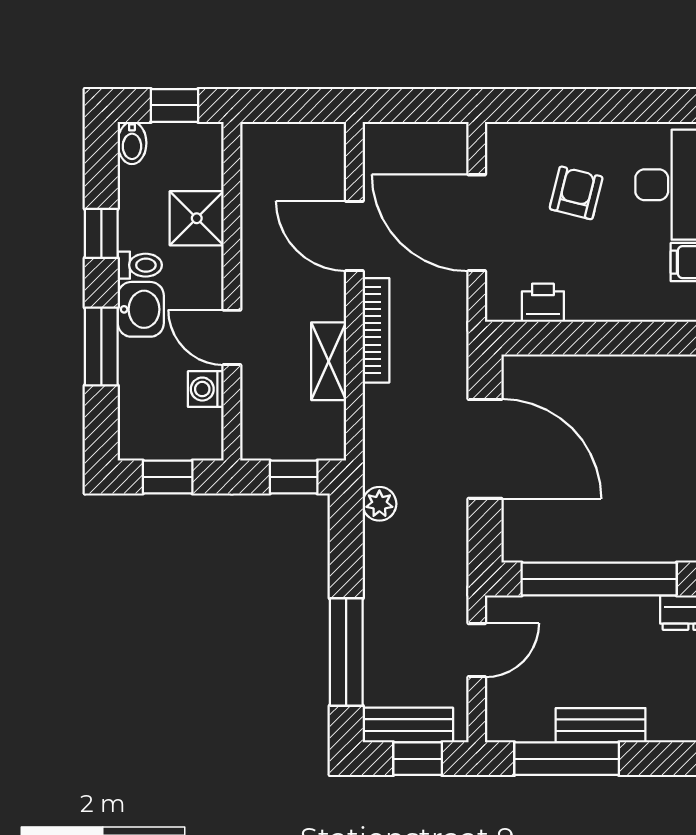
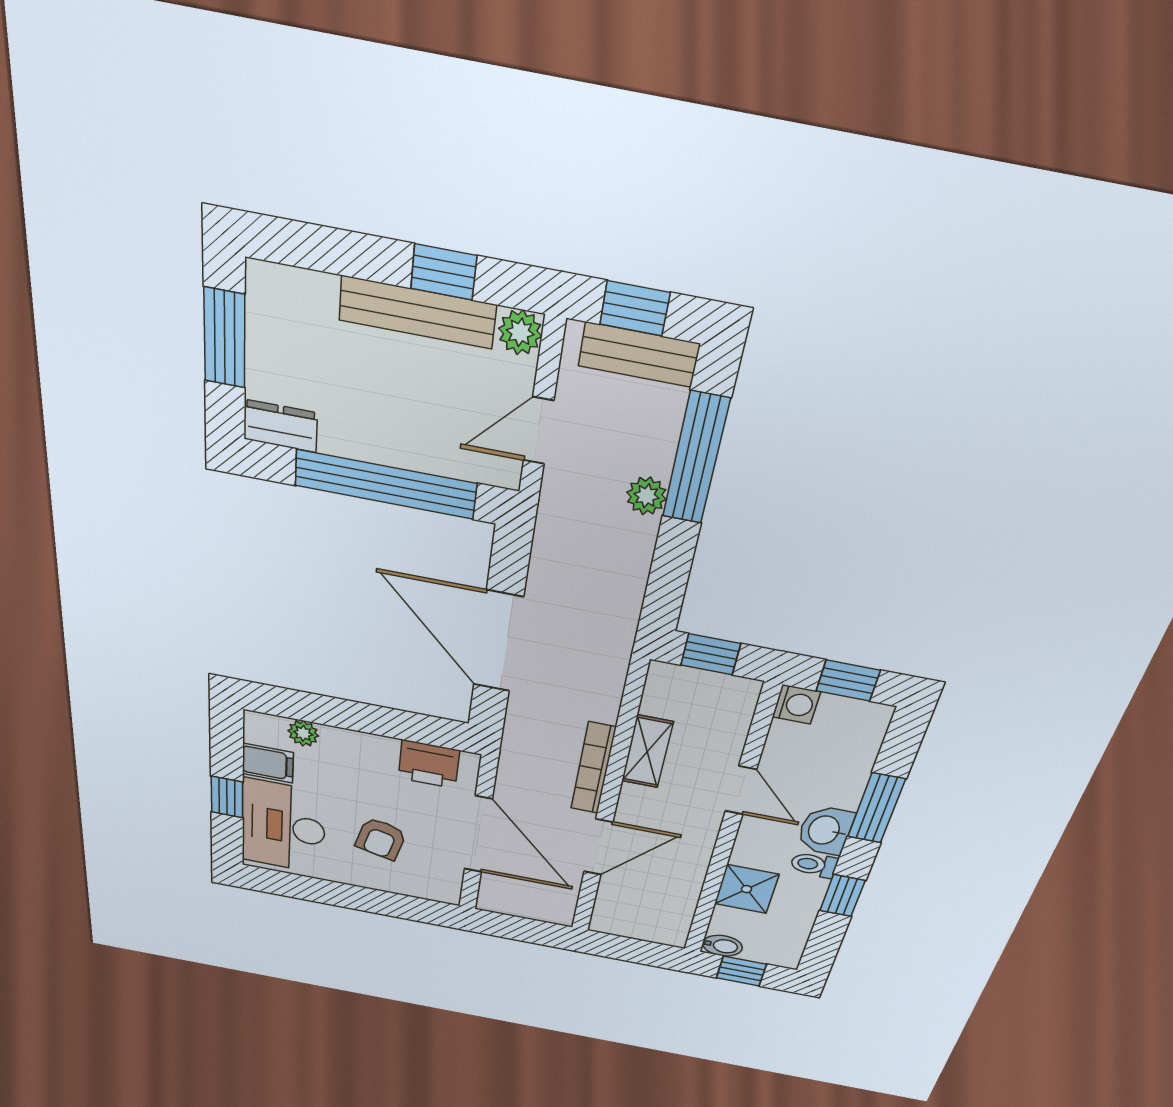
bidet: (132, 143) -> (722, 946), moved, turned 90
door: (354, 236) -> (598, 847), hinge flipped
printer: (543, 303) -> (429, 764), width x1.36, depth x1.24
plant: (662, 307) -> (303, 733), added
washing machine: (206, 389) -> (796, 704), moved
plant: (379, 504) -> (647, 496), moved
plant: (502, 725) -> (520, 332), added
bench: (601, 725) -> (417, 312), width x1.36
window: (567, 759) -> (444, 272), width x0.46

